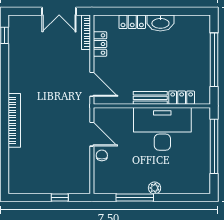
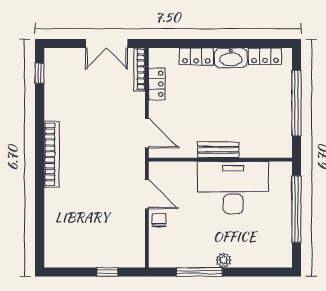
locker: (182, 98) -> (265, 56), moved, turned 180
bookcase: (14, 120) -> (52, 154), moved

